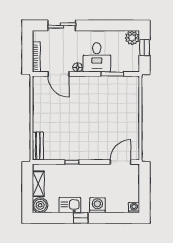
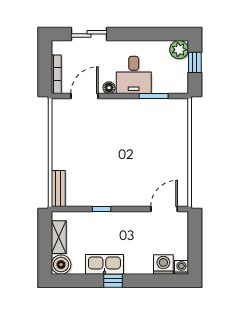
door: (58, 74) -> (84, 96), swing flipped
kitchen sink: (70, 205) -> (104, 264), width x1.38
washing machine: (97, 205) -> (163, 264), moved

